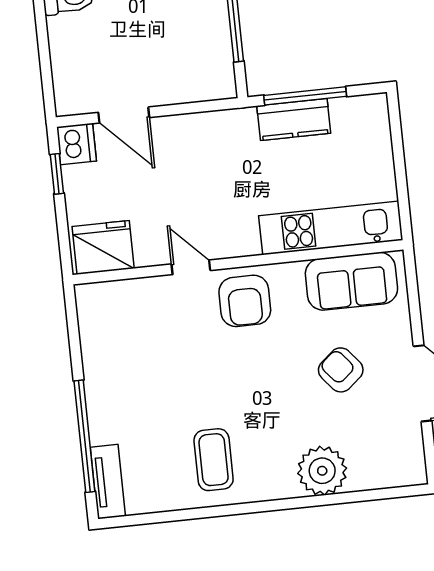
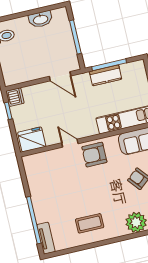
door: (124, 115) -> (60, 76), moved
armchair: (245, 301) -> (94, 155), turned 90
coffee table: (214, 460) -> (90, 223), turned 90

